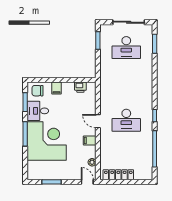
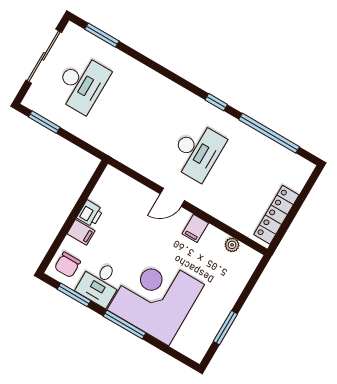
printer: (80, 87) -> (90, 214), moved
door: (87, 182) -> (259, 271), removed

